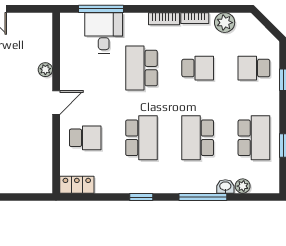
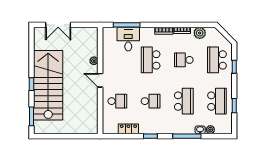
school desk: (198, 68) -> (184, 60), turned 180
school desk: (254, 68) -> (217, 60), width x1.85
door: (56, 102) -> (100, 80), swing flipped
school desk: (141, 138) -> (151, 101), width x0.54
school desk: (198, 138) -> (184, 101), turned 180
locker: (77, 185) -> (128, 129), moved

